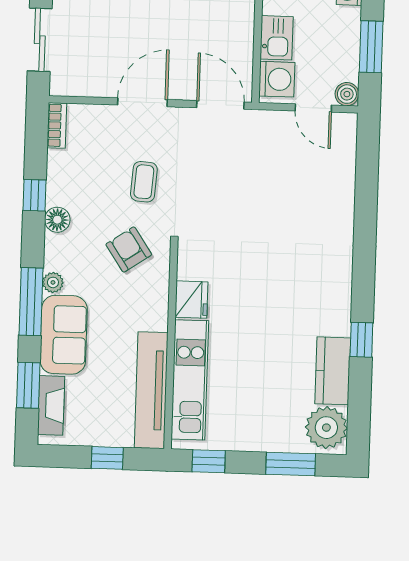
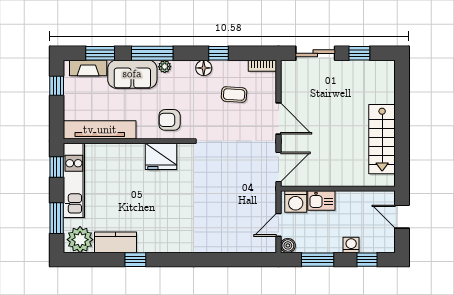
coffee table: (144, 182) -> (234, 95), moved
armchair: (129, 249) -> (170, 120), moved, turned -146
fridge: (191, 300) -> (161, 156), width x1.36, depth x1.34
kitchen unit: (190, 380) -> (74, 180), moved, turned -90
window: (107, 458) -> (57, 86), moved

